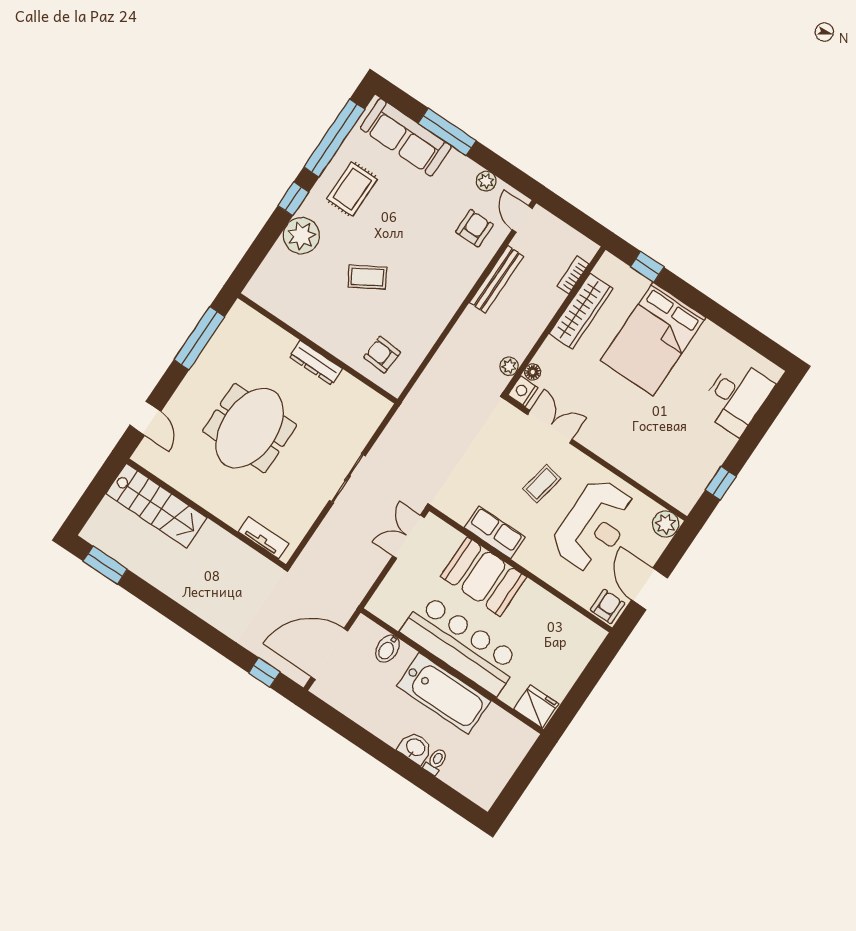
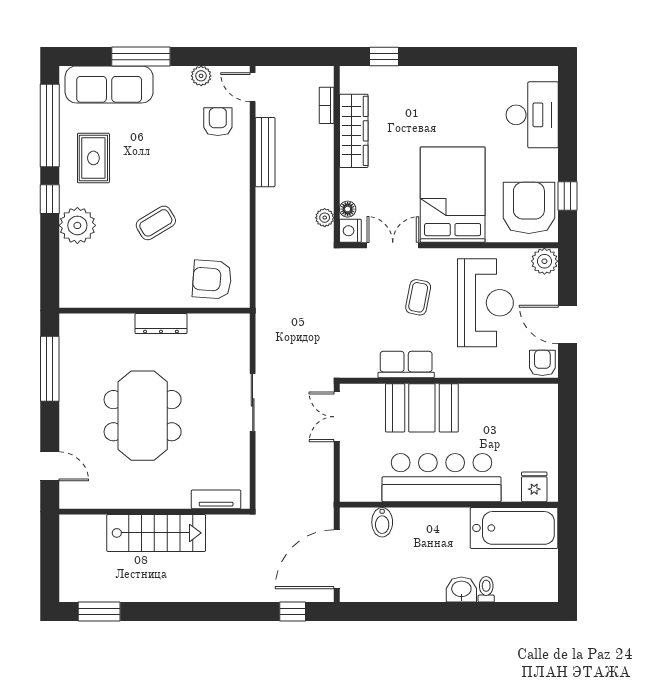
bed: (653, 339) -> (453, 195), moved, turned 180
armchair: (382, 355) -> (212, 280), width x1.38, depth x1.38
armchair: (682, 472) -> (529, 208), added
stairs: (156, 506) -> (156, 533), moved
bathtub: (444, 693) -> (514, 528), moved
fridge: (536, 706) -> (534, 487), width x0.72

